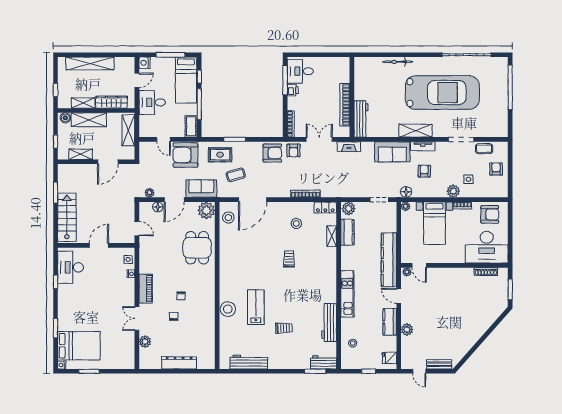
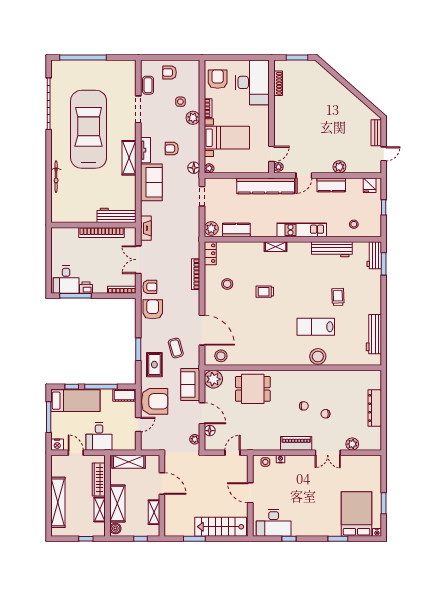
armchair: (185, 155) -> (155, 401), turned -90
shelving: (332, 236) -> (276, 247), moved

